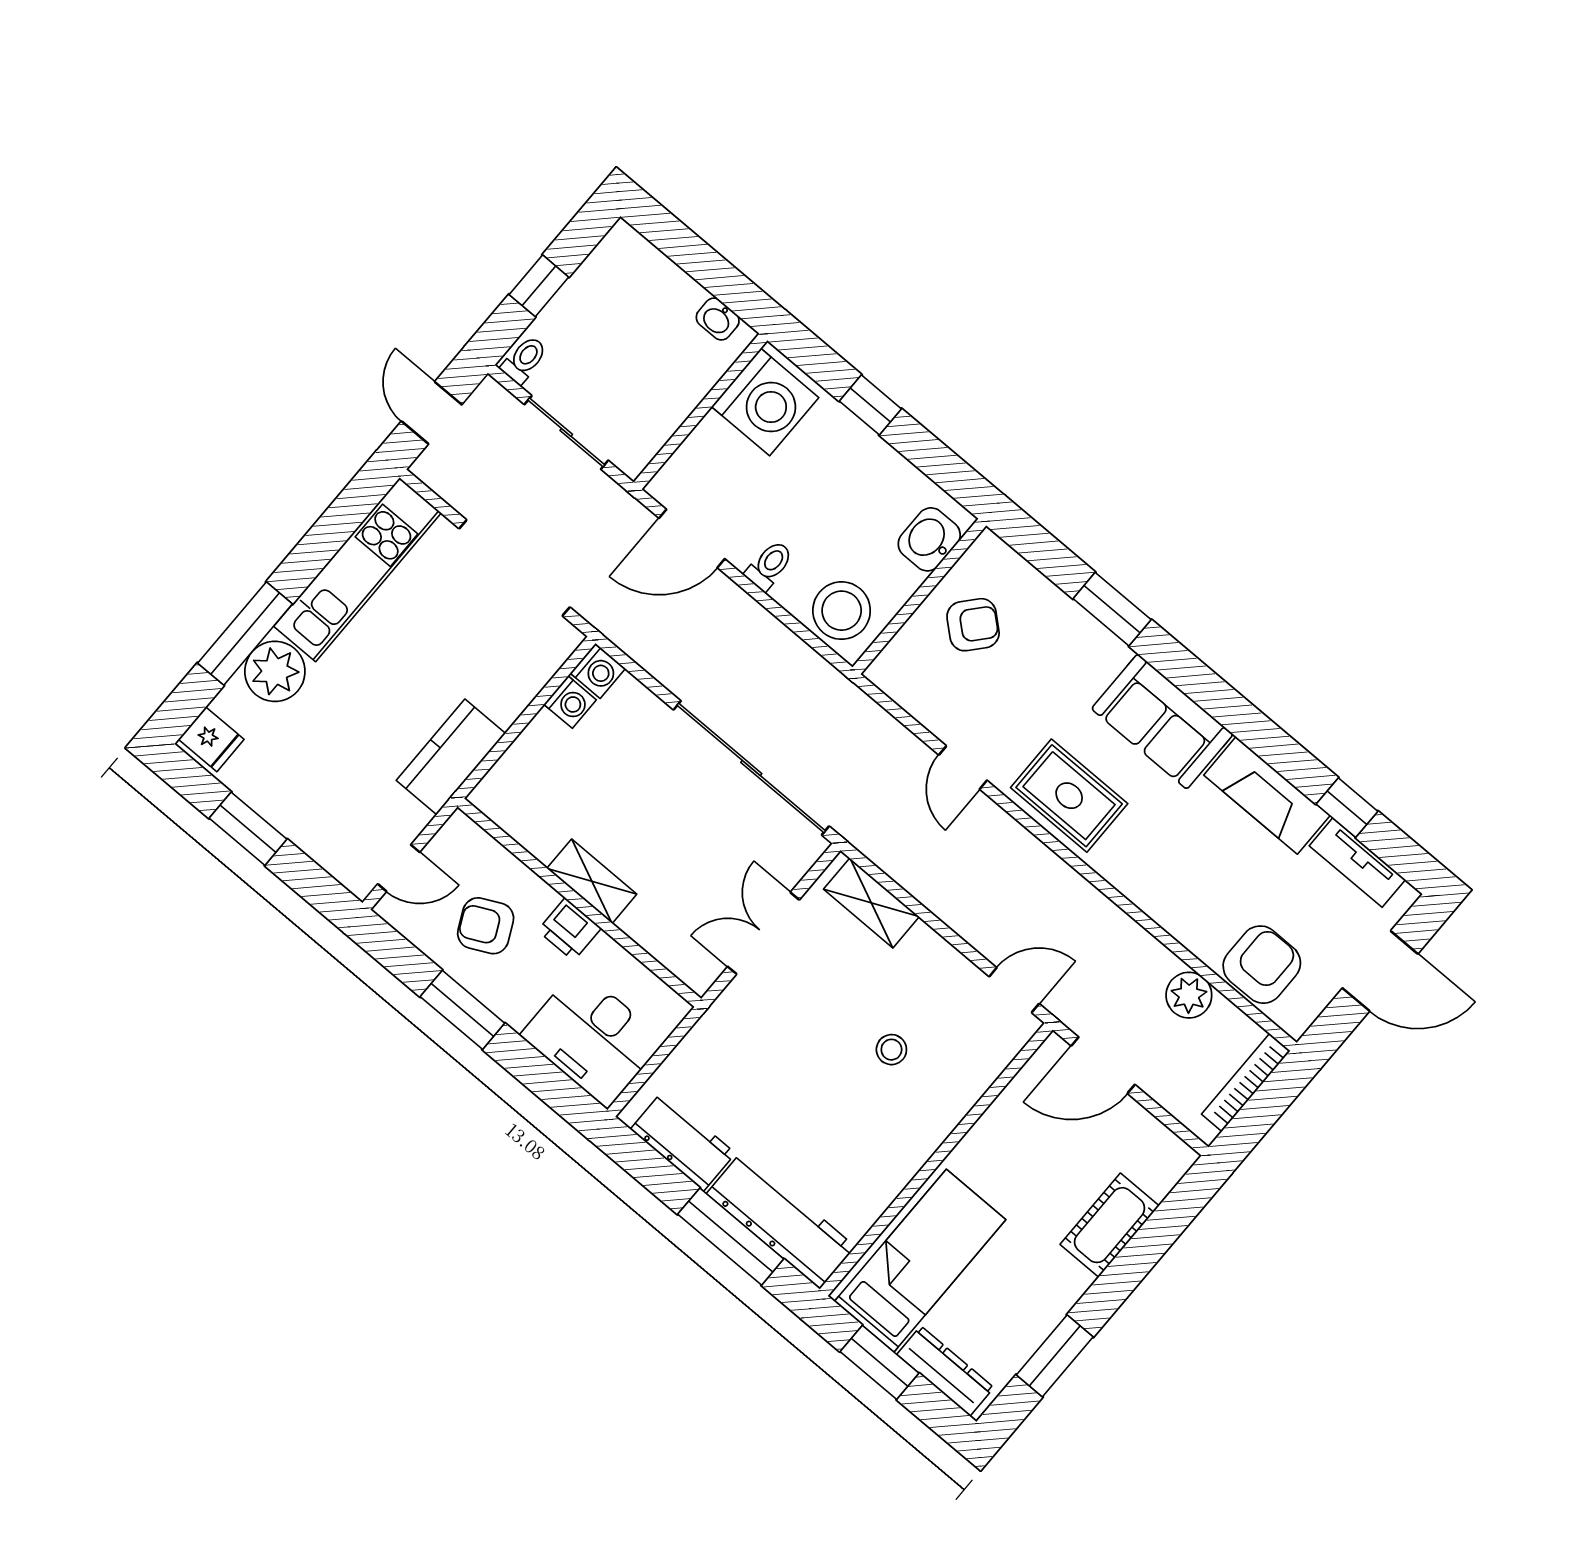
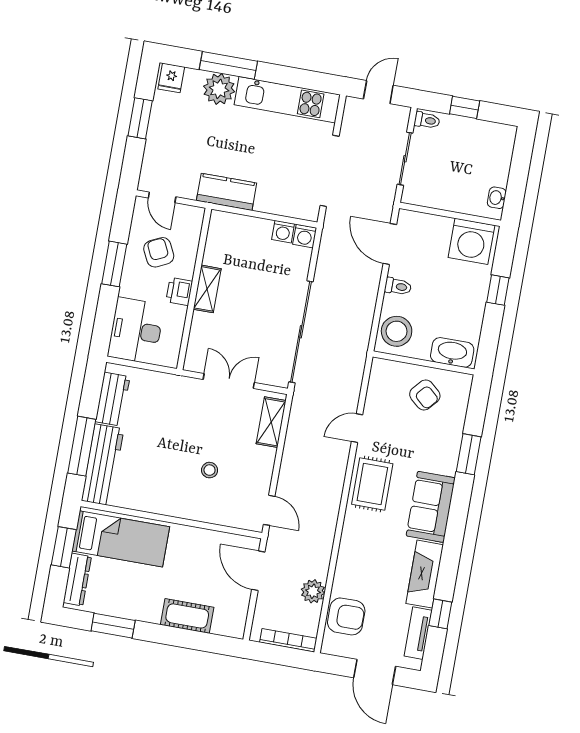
washbasin: (929, 539) -> (452, 352), width x1.38

